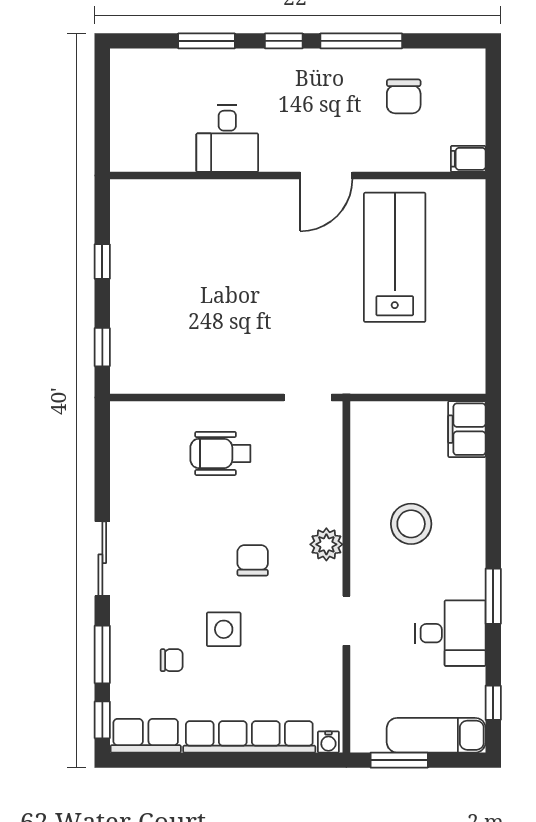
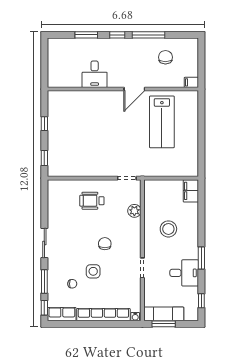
chair: (404, 96) -> (165, 57), turned 180
lab bench: (395, 257) -> (162, 122), turned 180
plant: (326, 544) -> (134, 211), moved
exam couch: (436, 735) -> (164, 314), moved

